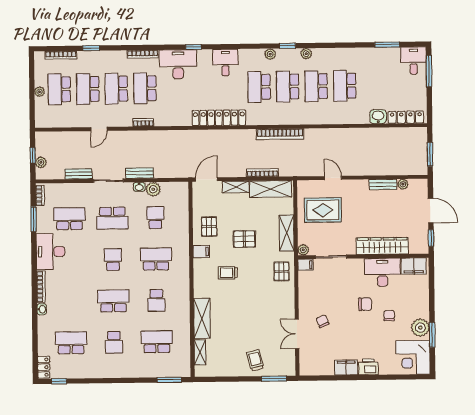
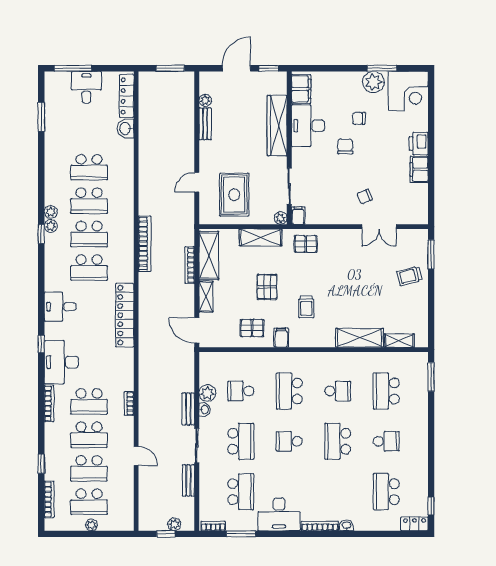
plant: (270, 54) -> (51, 226), moved
desk: (414, 61) -> (86, 87), moved, turned 90
school desk: (69, 219) -> (241, 492), turned 180

